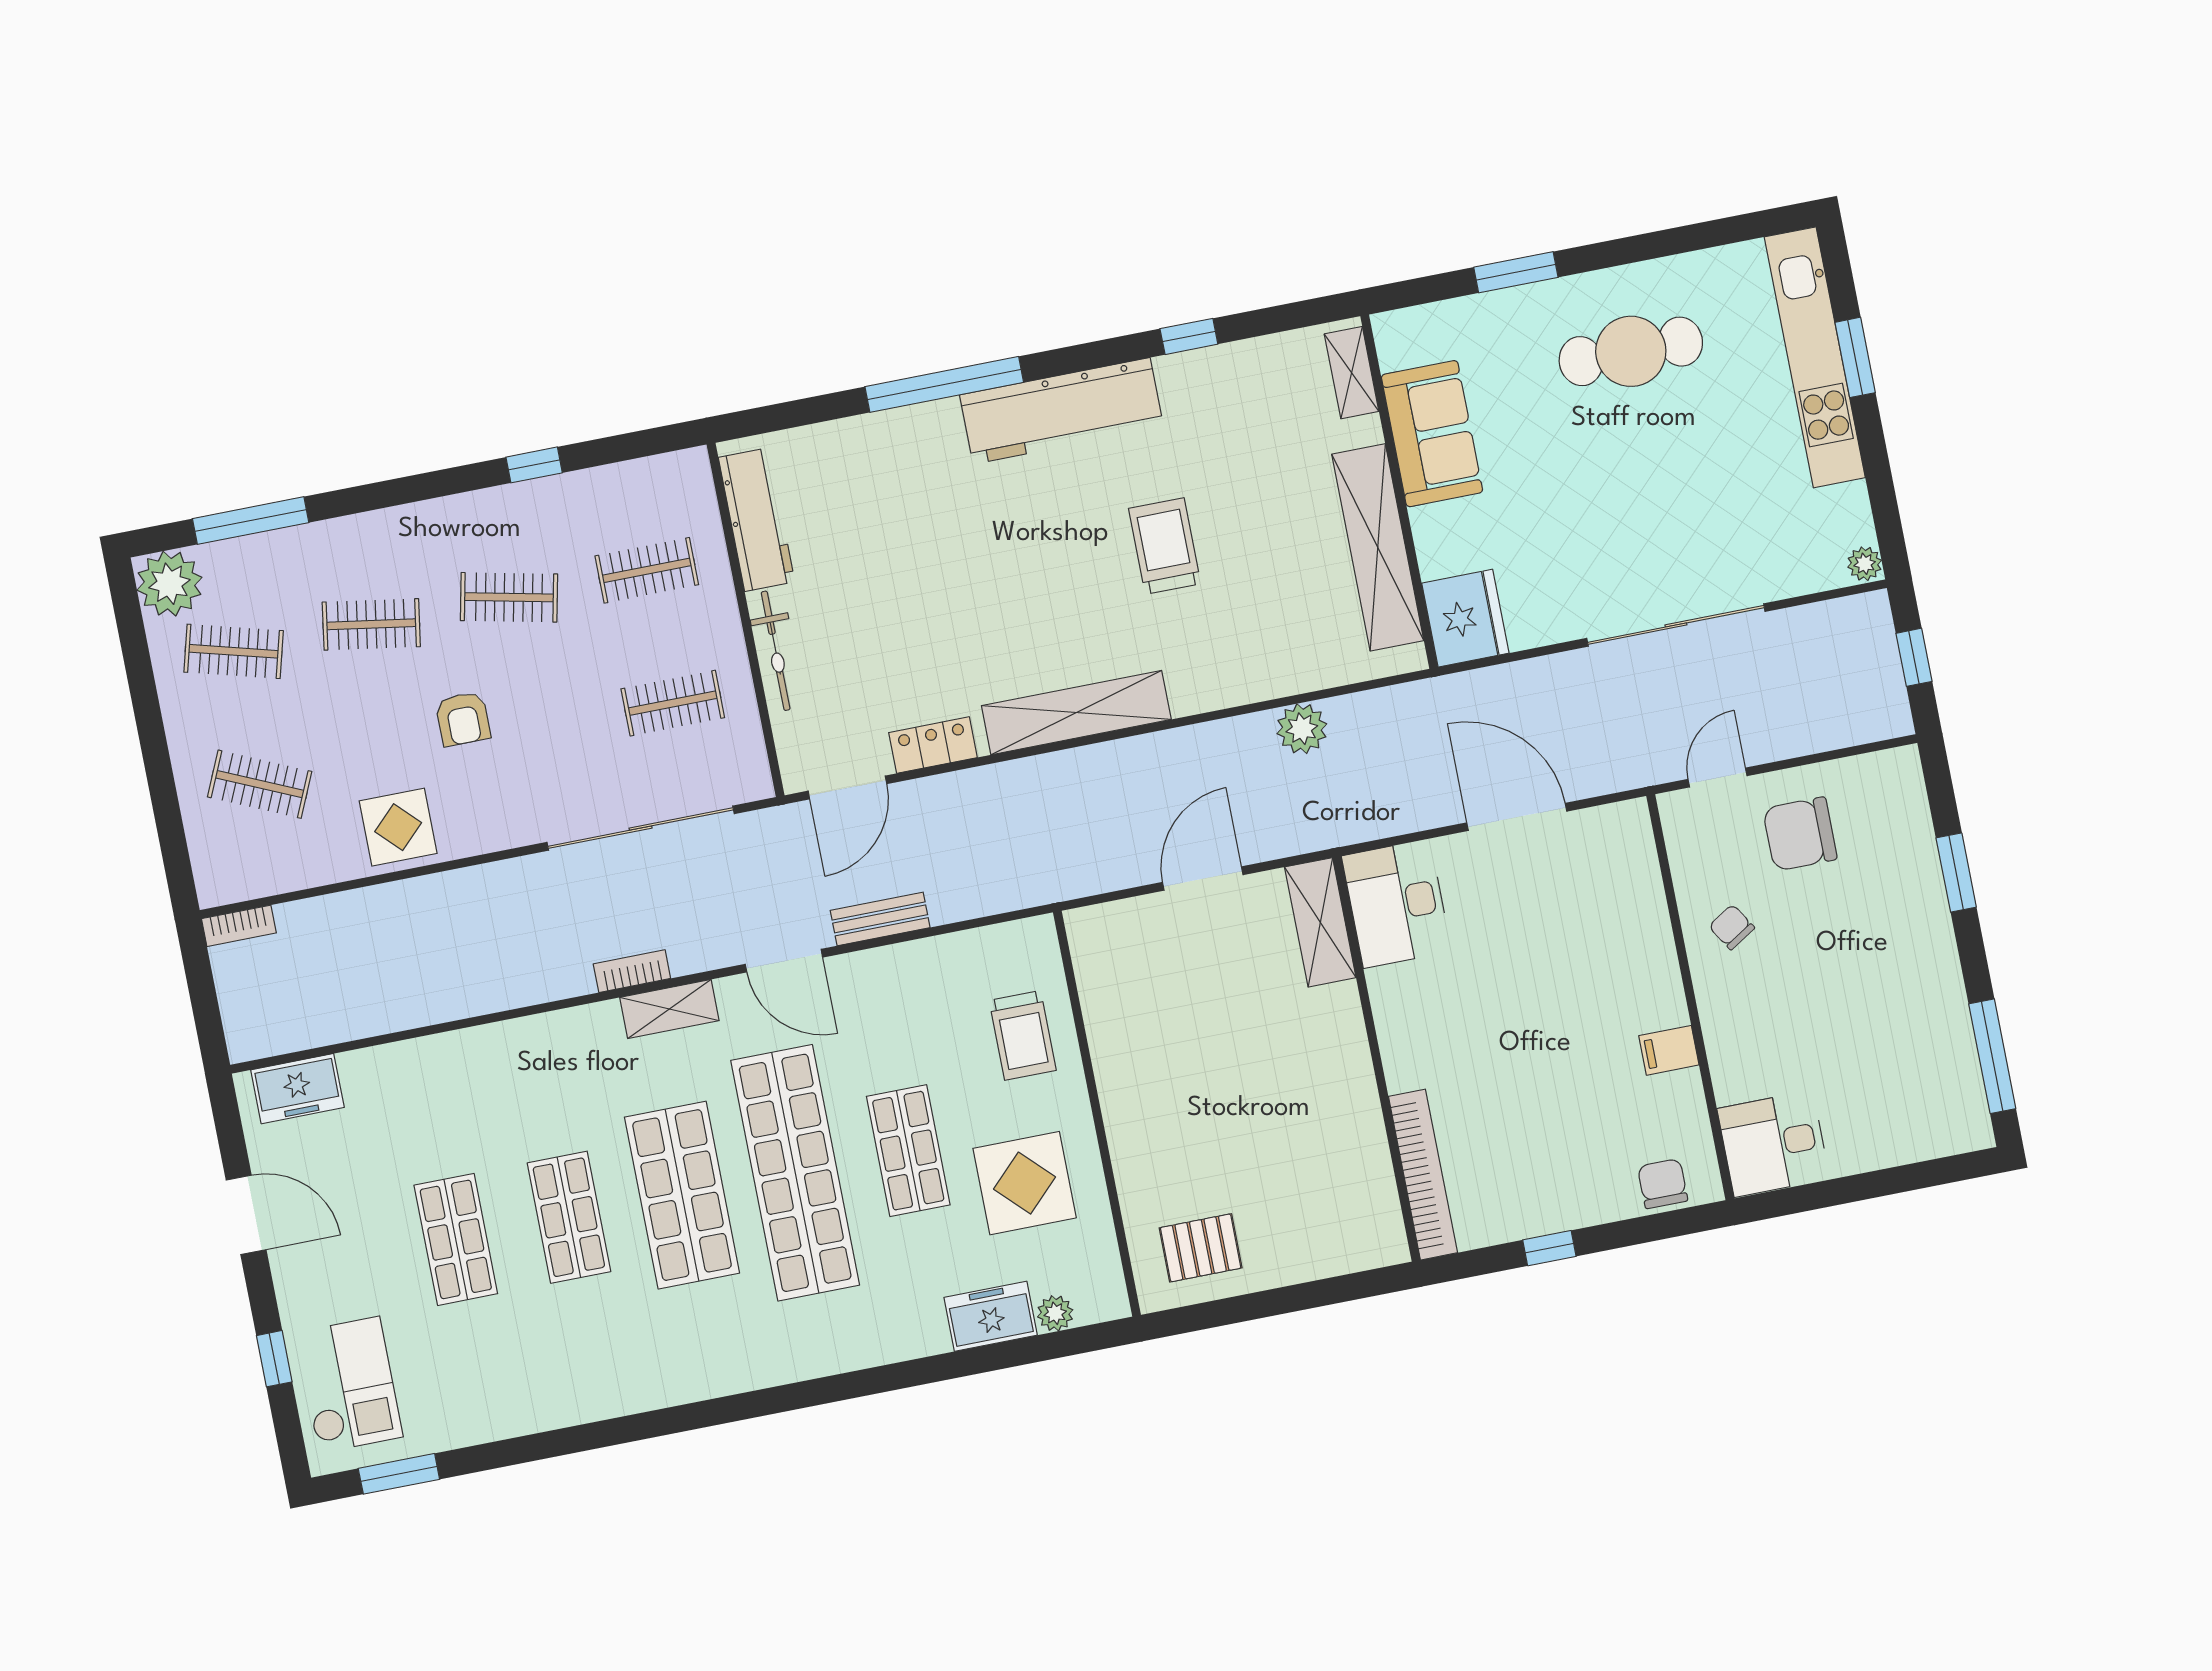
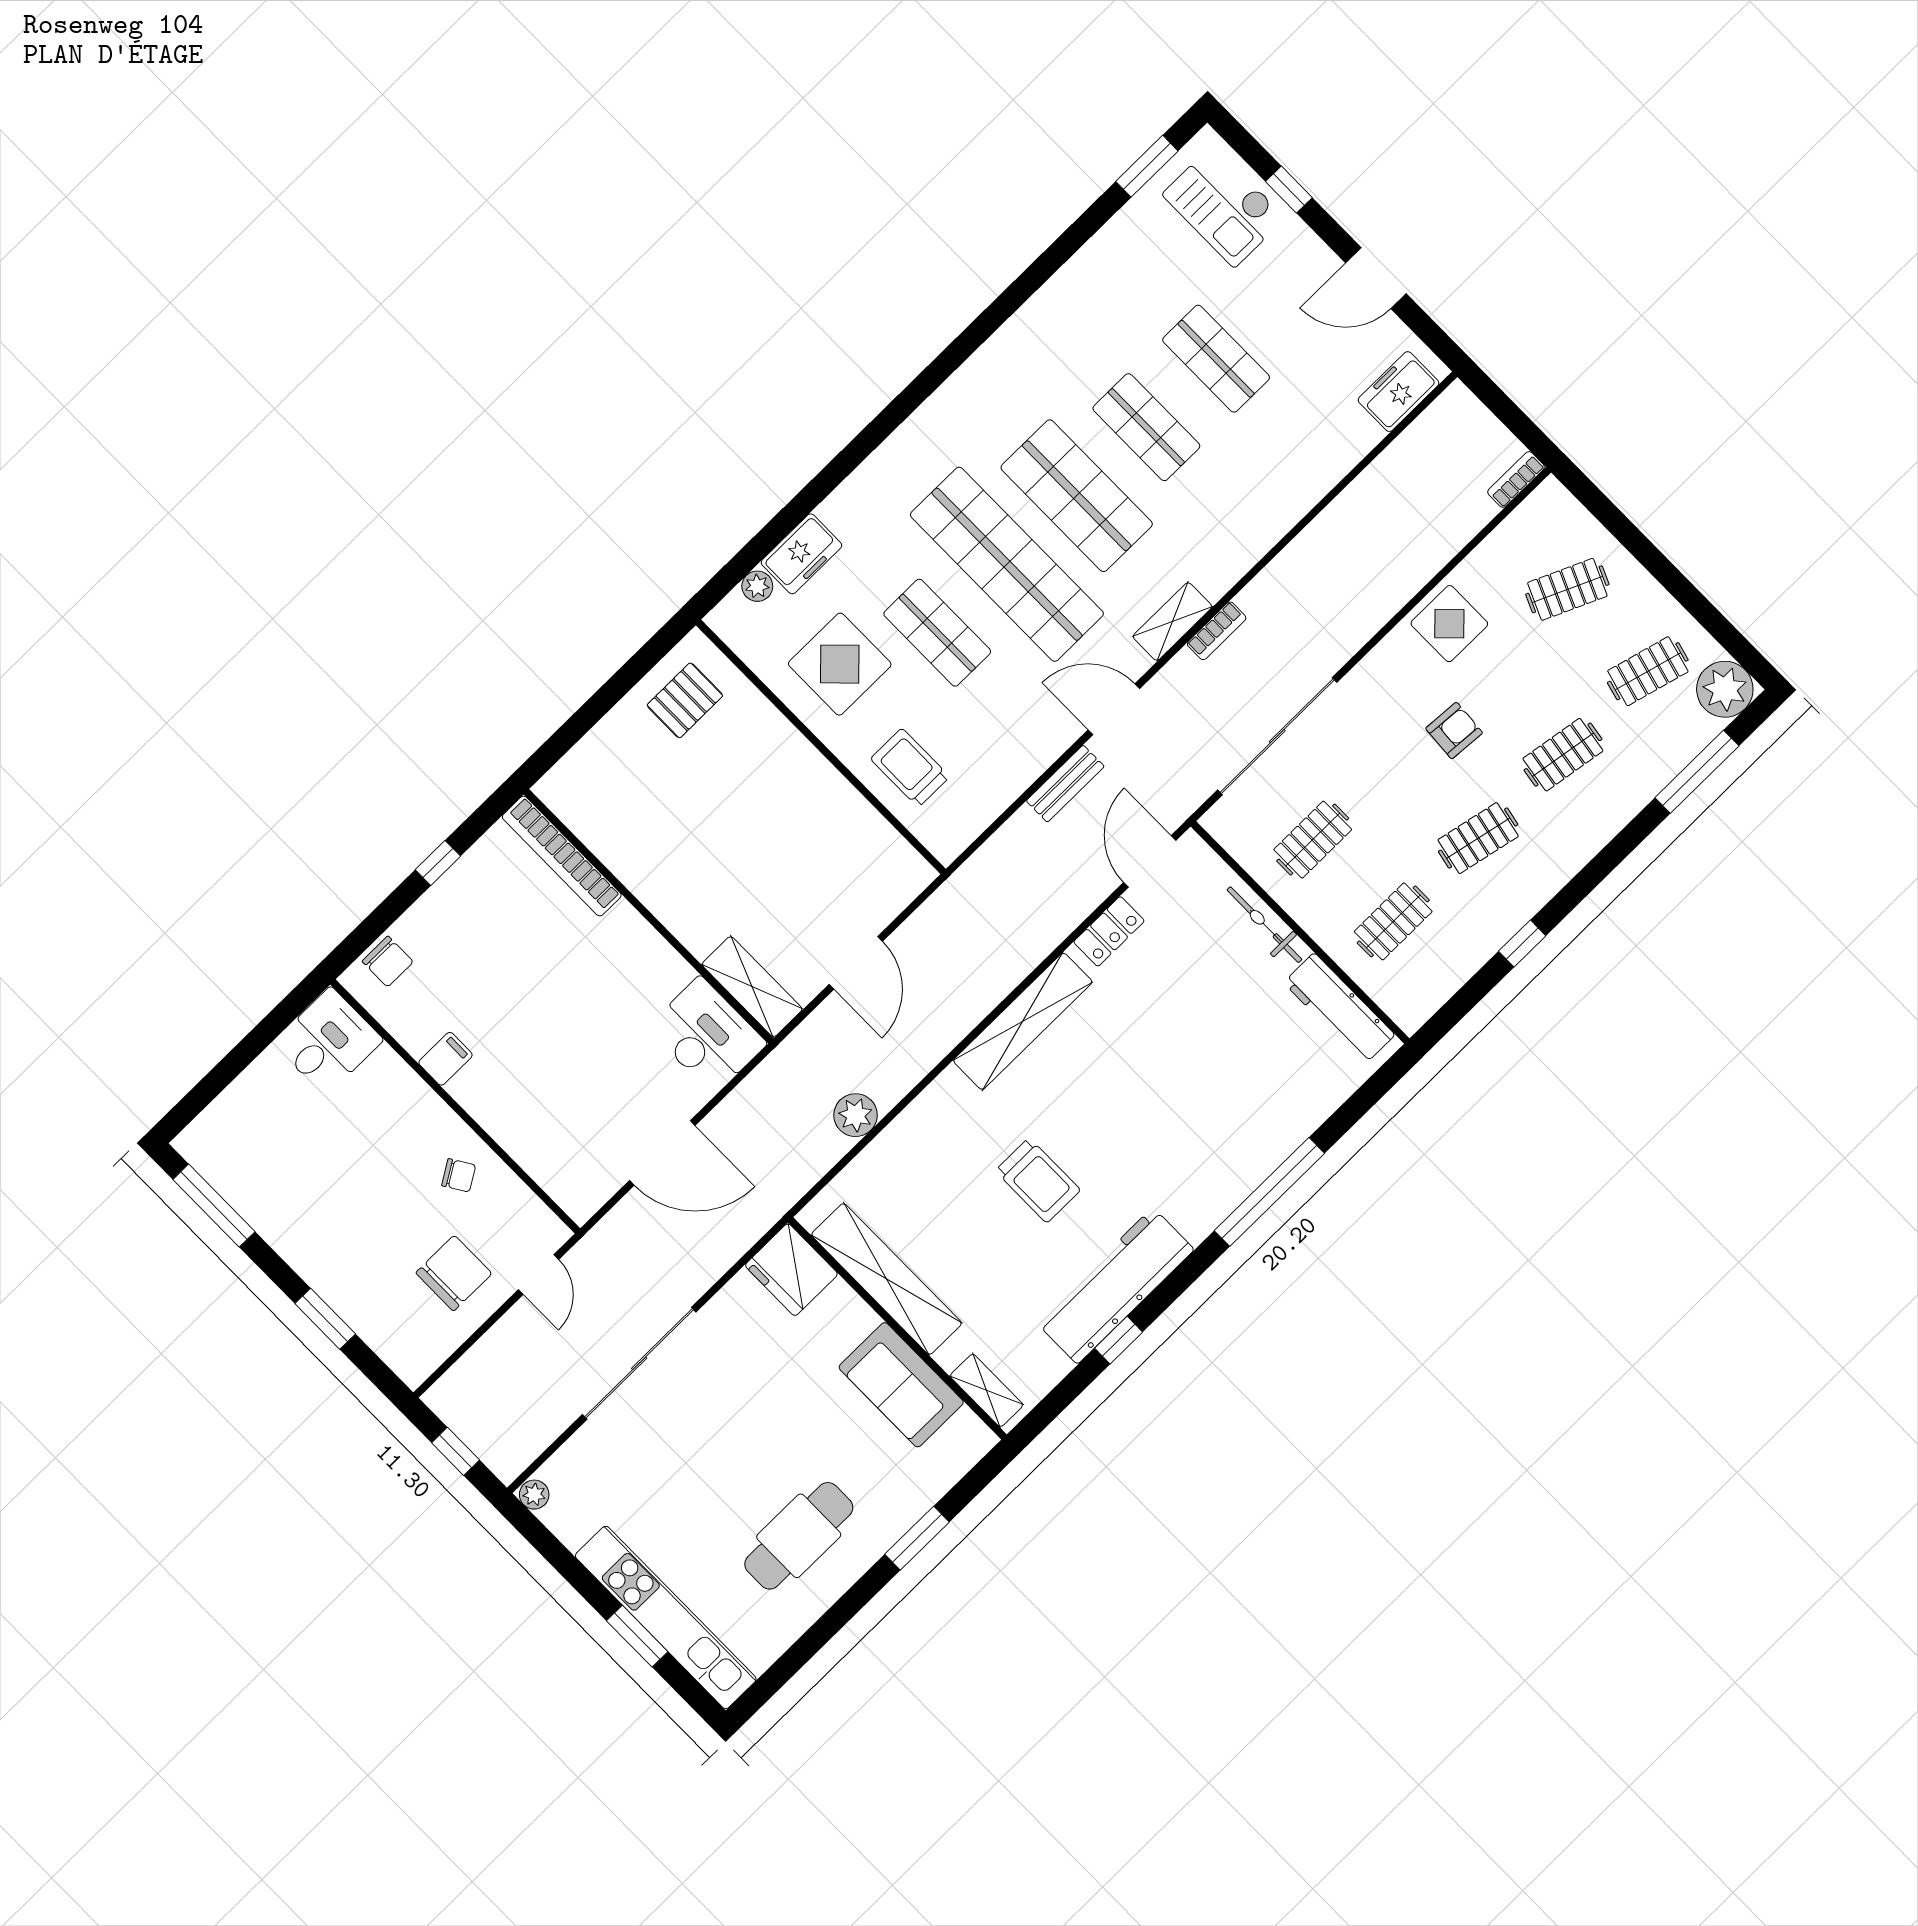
workbench: (1062, 411) -> (1115, 1286), moved
armchair: (463, 719) -> (1454, 731), turned 94

